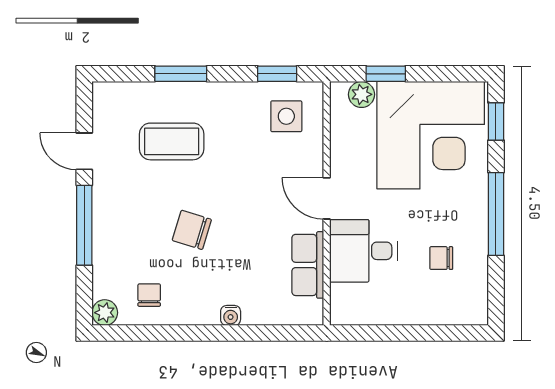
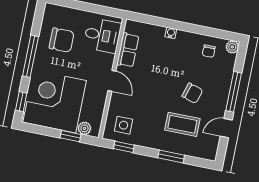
door: (84, 151) -> (226, 128), swing flipped
chair: (192, 230) -> (192, 93), moved
desk: (363, 251) -> (102, 35), moved
chair: (441, 258) -> (62, 40), width x1.87, depth x1.87

